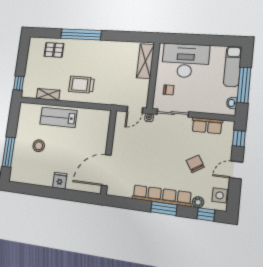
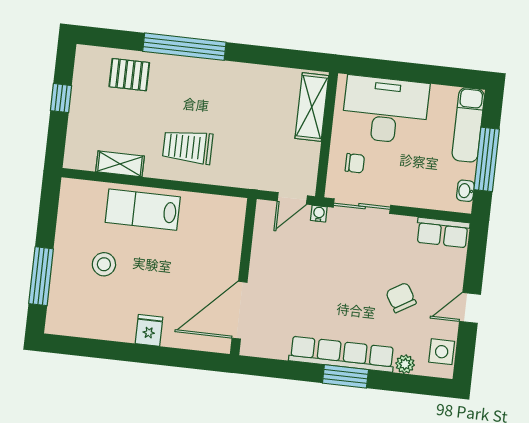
window: (19, 83) -> (61, 98), moved
row of seats: (207, 126) -> (443, 233), moved
window: (239, 139) -> (476, 254), removed
window: (206, 214) -> (418, 385), removed

